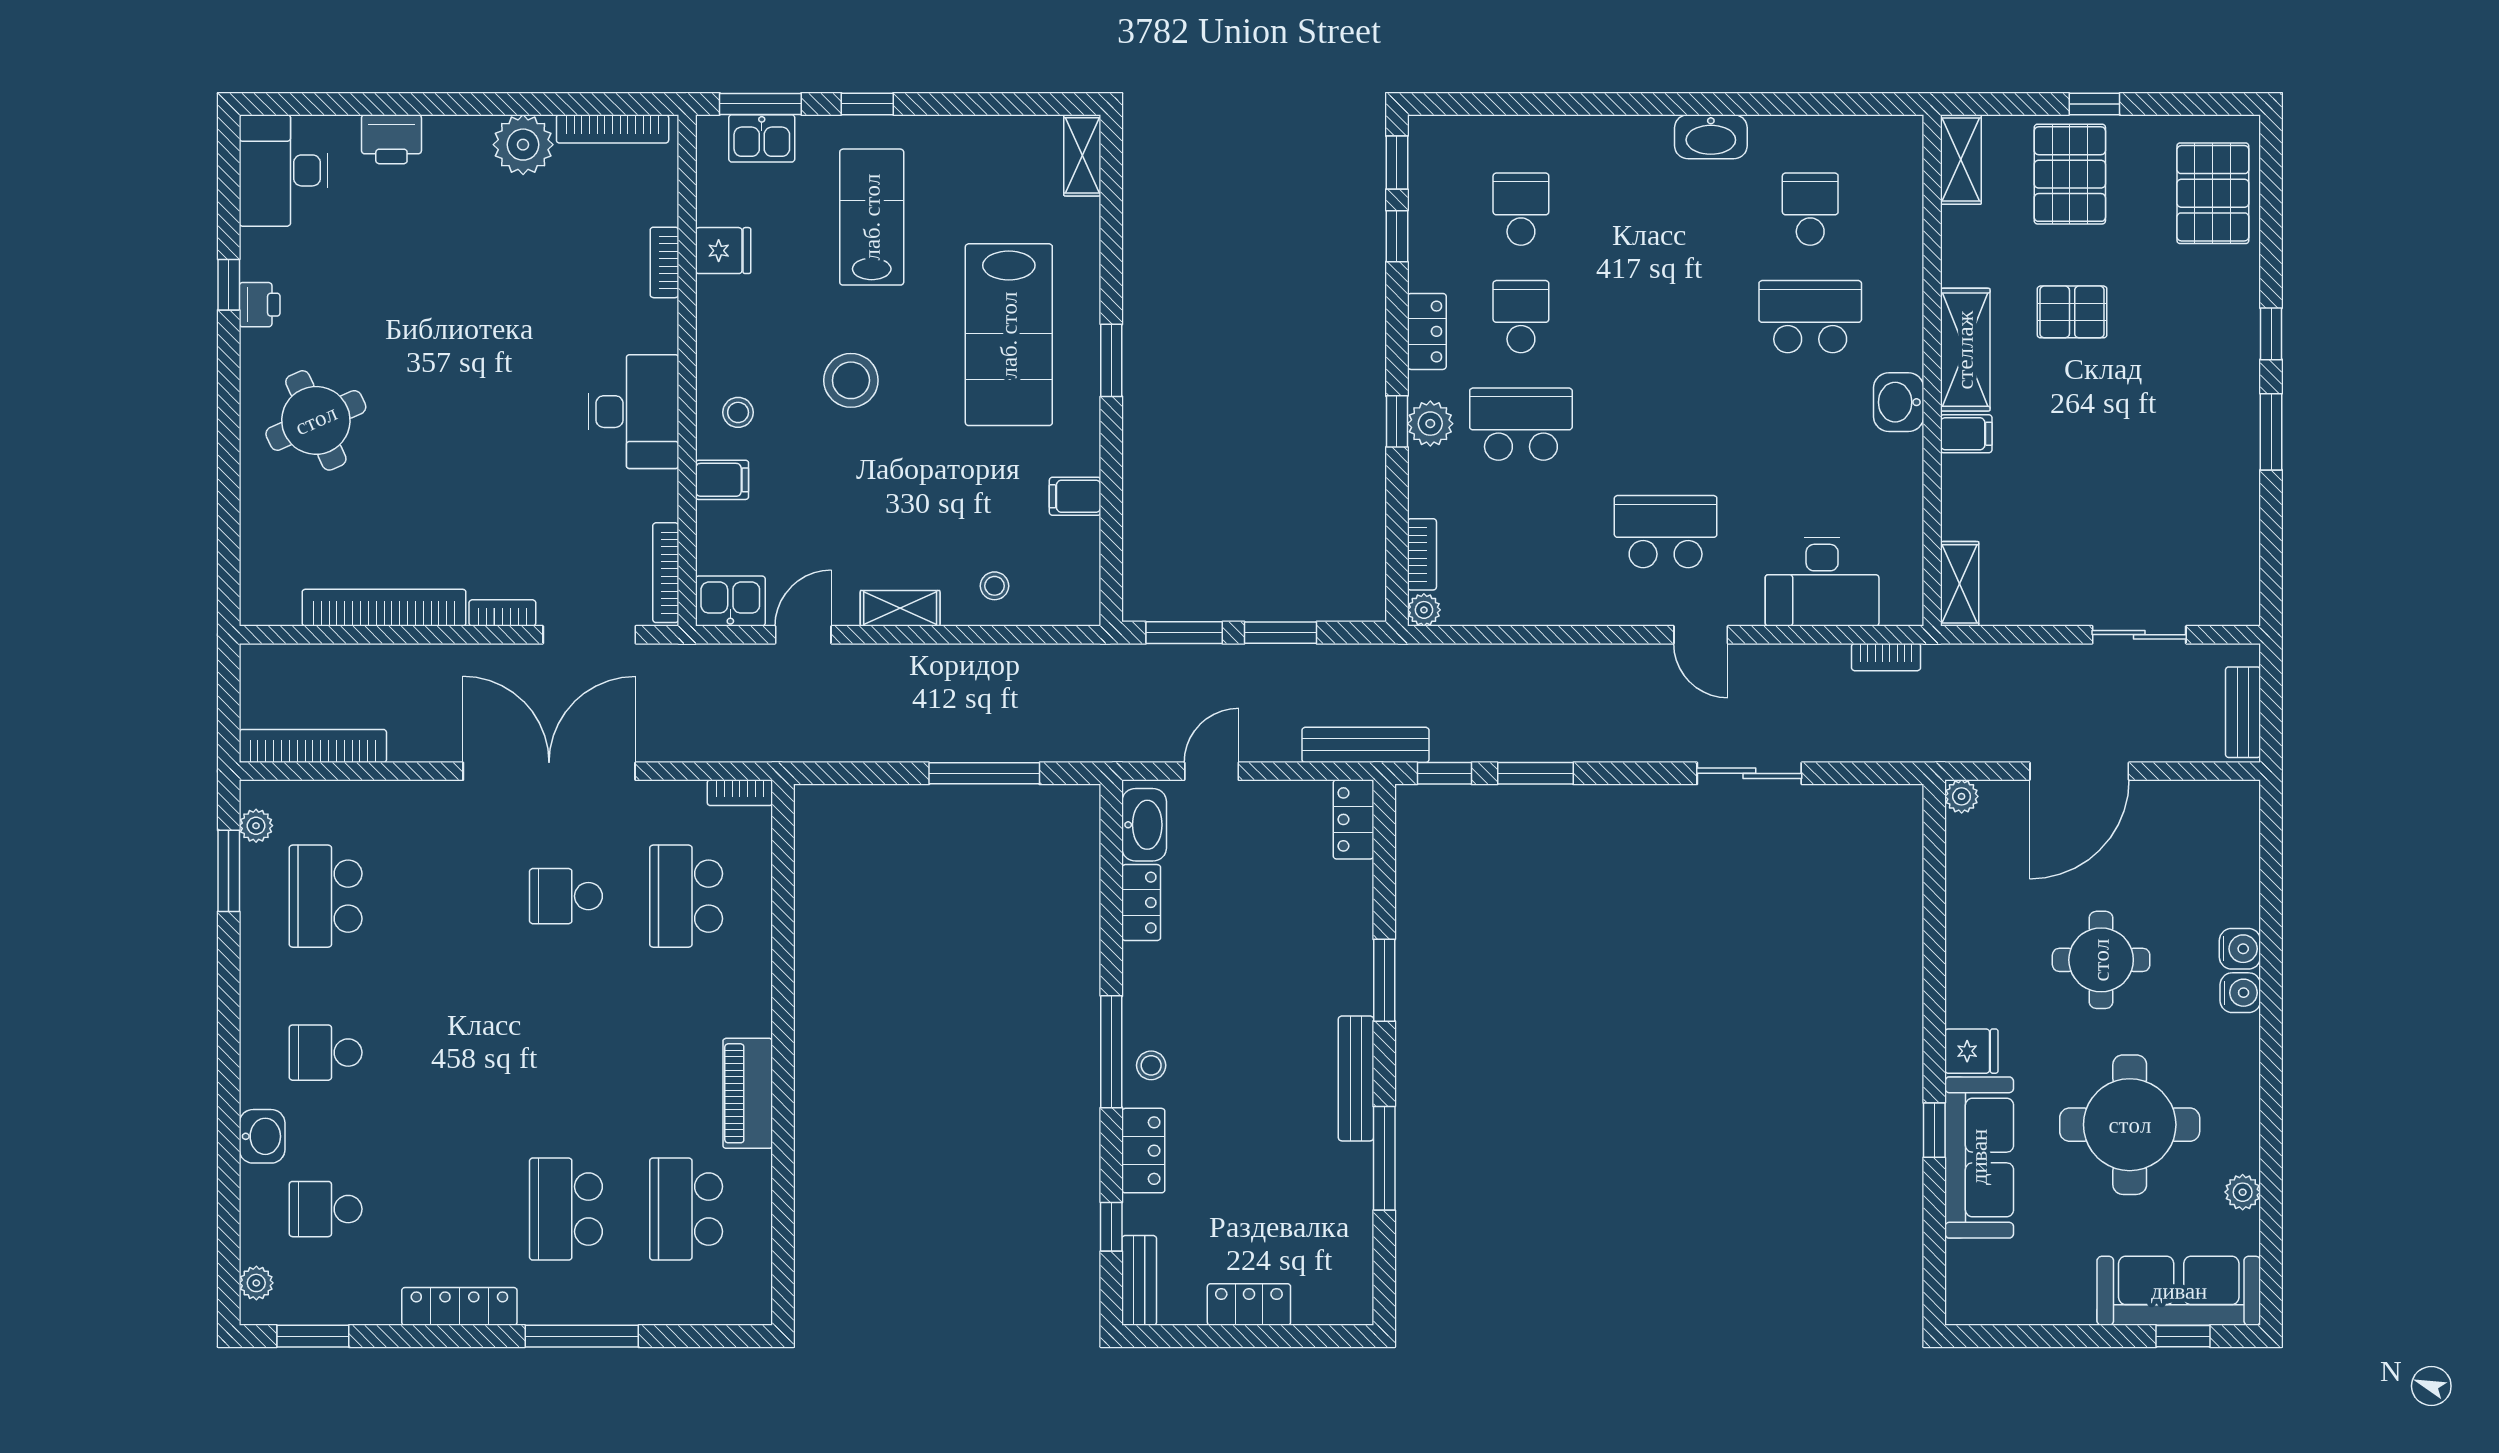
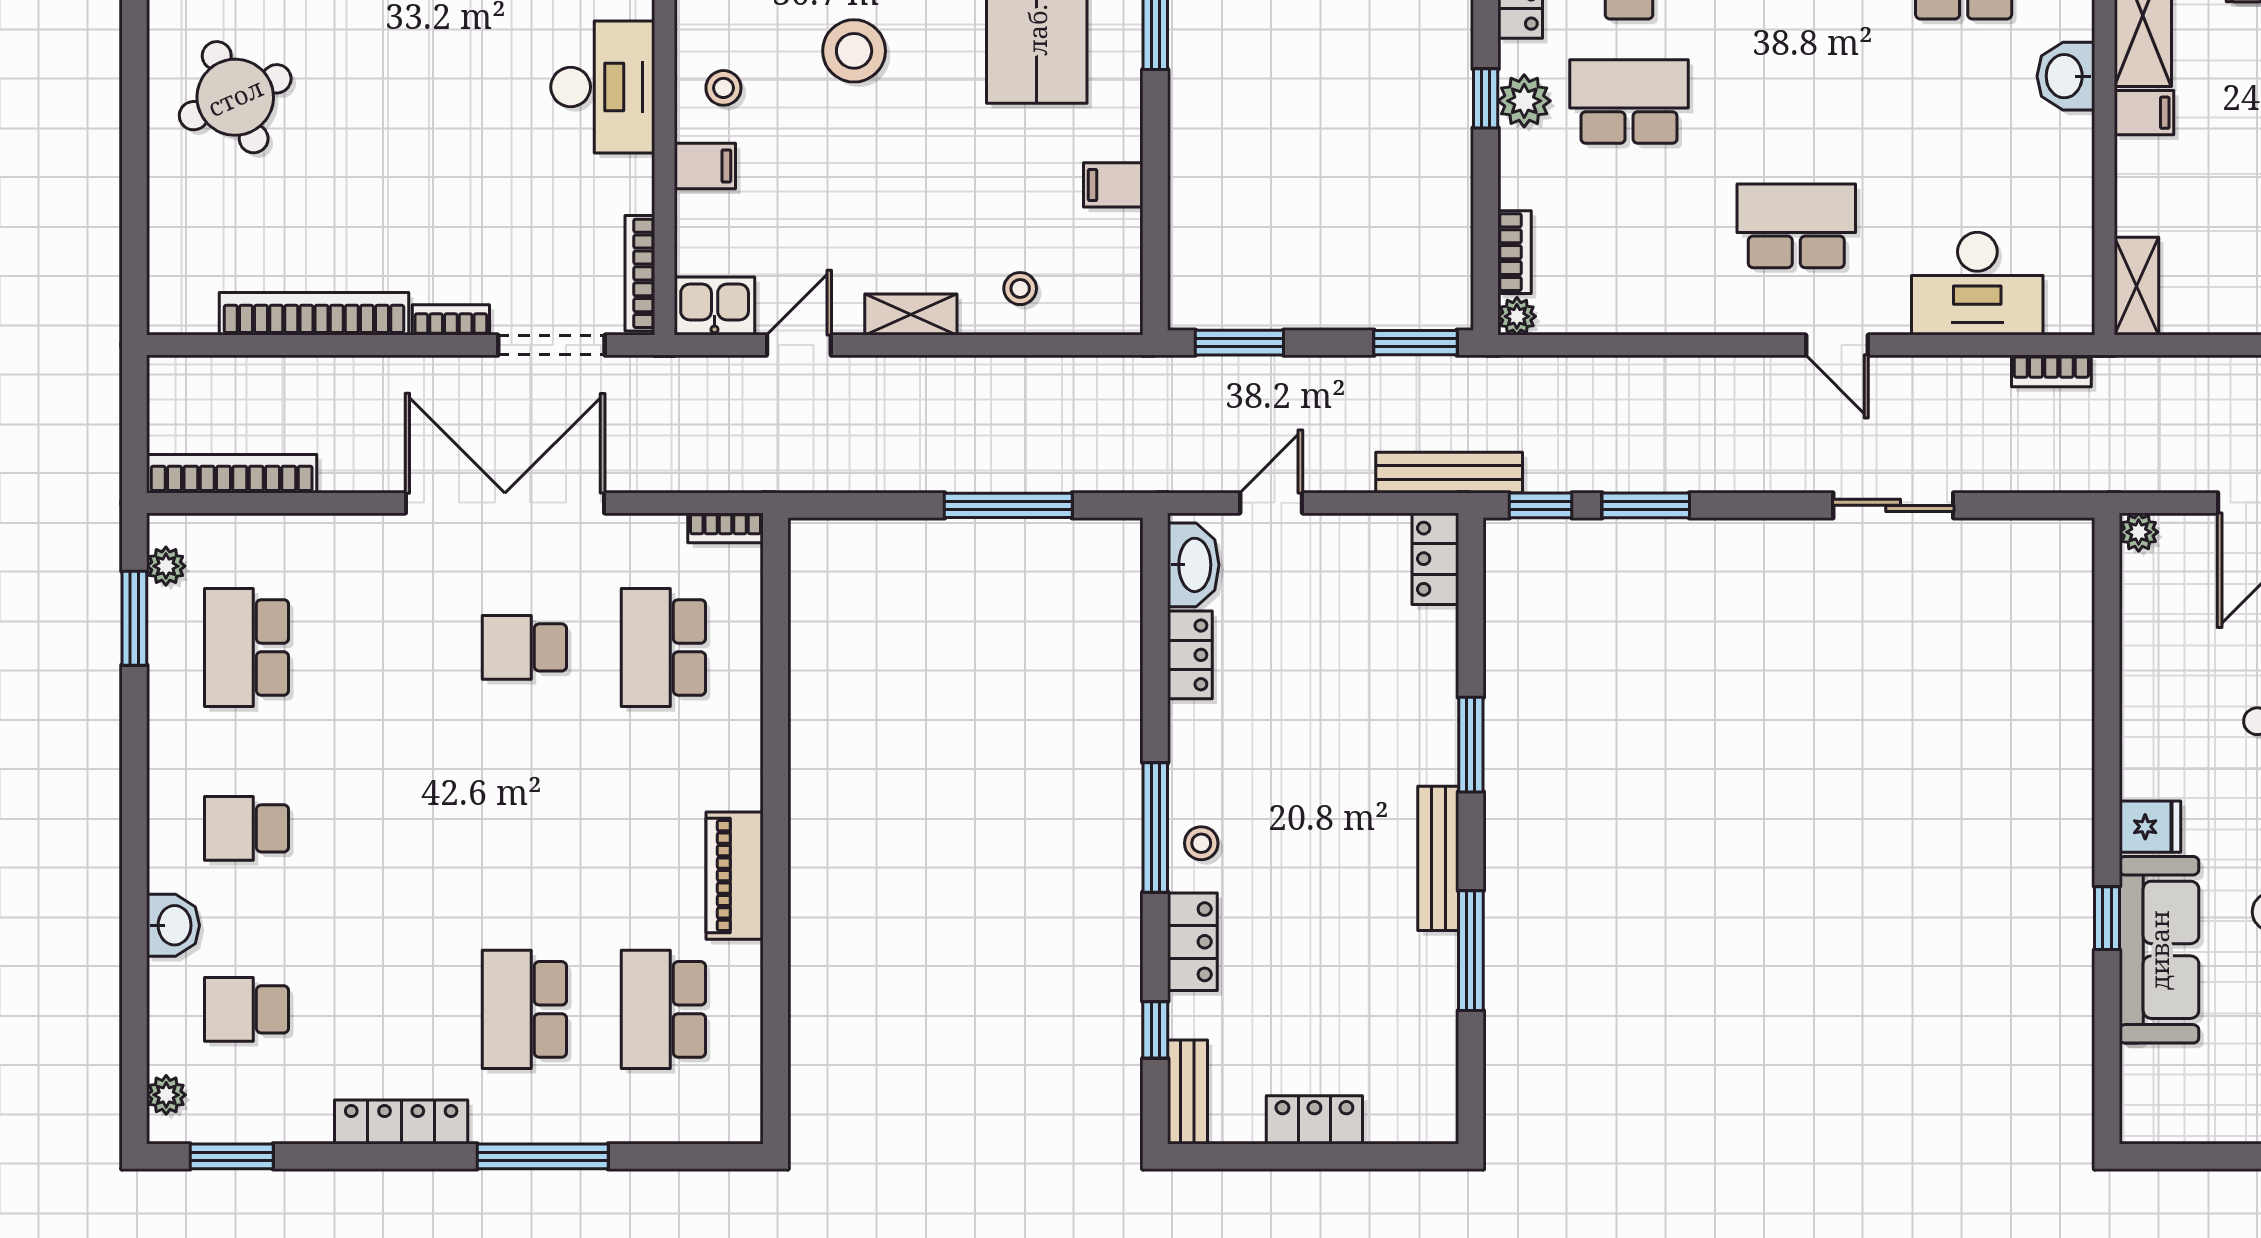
window: (1281, 633) -> (1416, 343), moved

